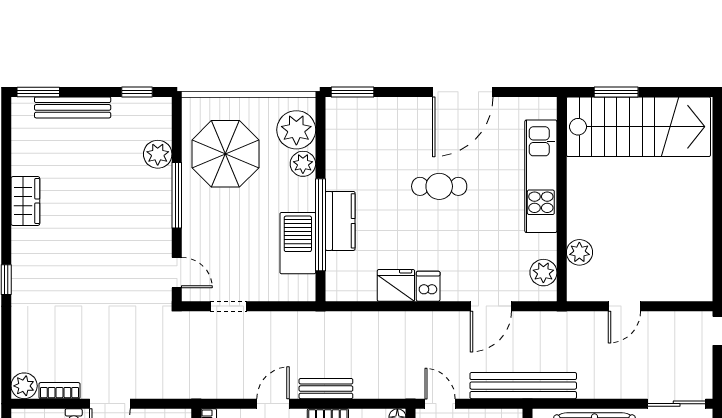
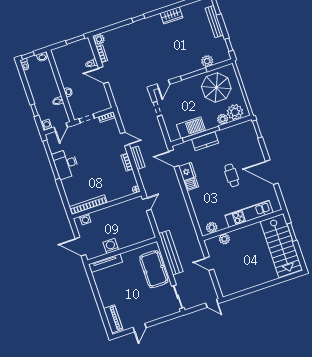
door: (491, 306) -> (174, 159), moved
bench: (523, 386) -> (171, 253), moved

